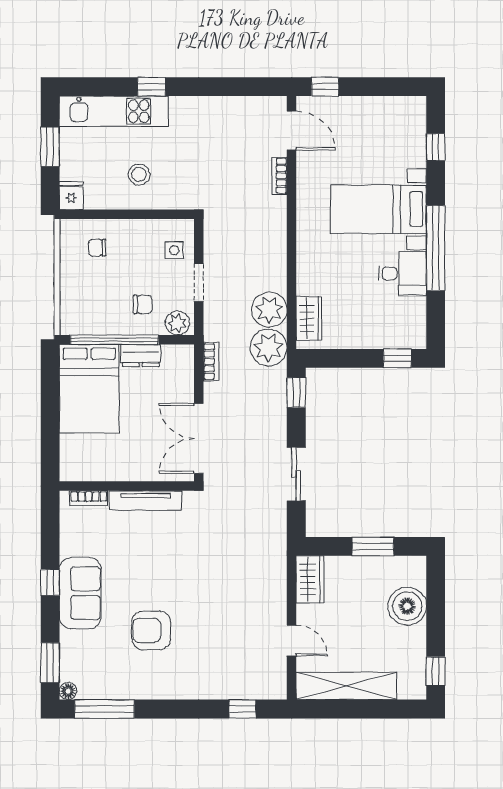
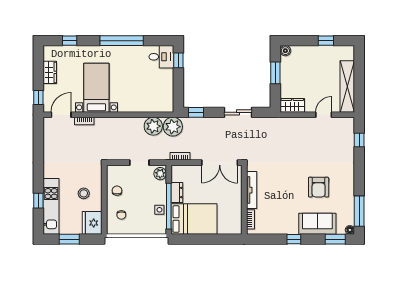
window: (152, 87) -> (38, 201), moved
fridge: (71, 196) -> (92, 223), width x1.88, depth x1.34
bed with nightstands: (378, 209) -> (96, 88), moved, turned 180
side table: (174, 250) -> (159, 210), moved
desk: (402, 274) -> (161, 57), moved, turned 90
chair: (143, 304) -> (117, 191), moved
wardrobe: (309, 318) -> (50, 72), moved, turned 90
sofa: (80, 593) -> (317, 224), moved
boiler: (407, 606) -> (285, 51), moved, width x0.54, depth x0.54
window: (436, 671) -> (326, 41), moved

